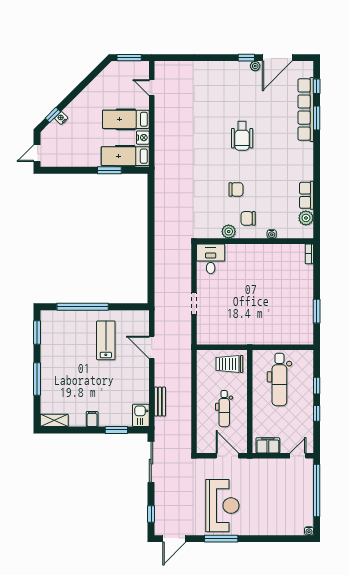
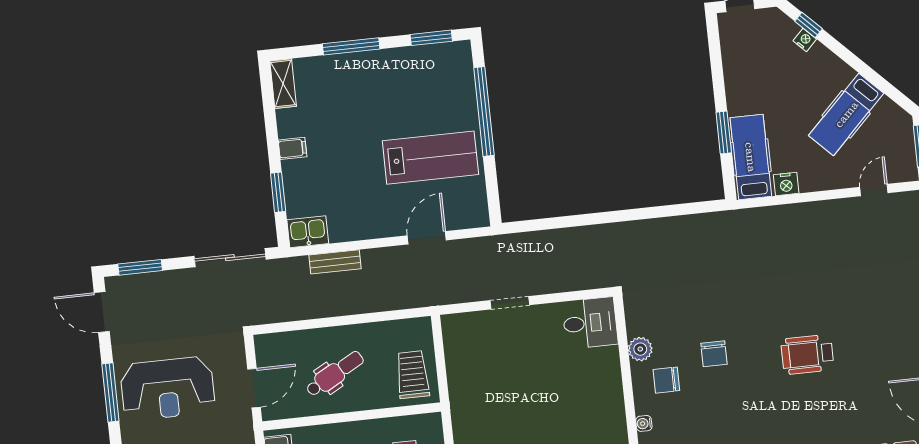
hospital bed: (126, 119) -> (846, 114), moved, turned -135
chair: (248, 218) -> (666, 380), turned -90
lab bench: (106, 340) -> (430, 158), width x1.36, depth x1.39
dental chair: (224, 409) -> (335, 374), turned 151
window: (151, 514) -> (140, 267), width x1.50

